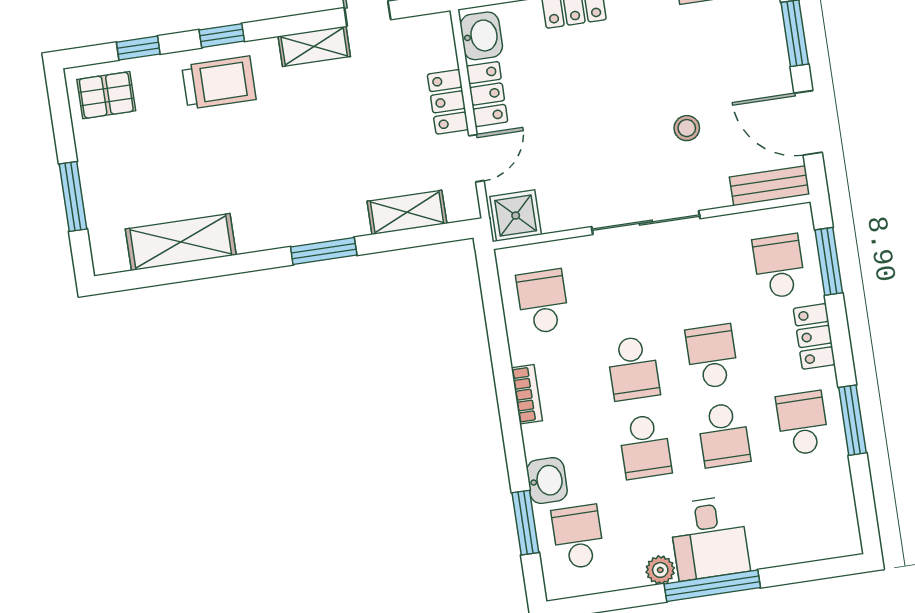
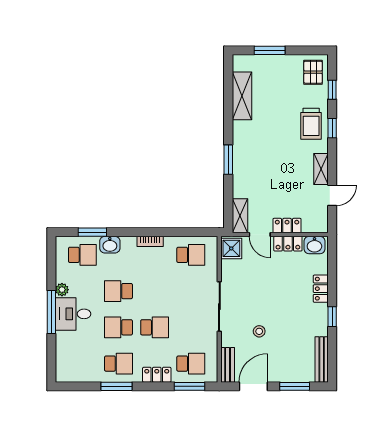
shelving: (407, 212) -> (240, 216), moved
school desk: (633, 368) -> (155, 291), removed

